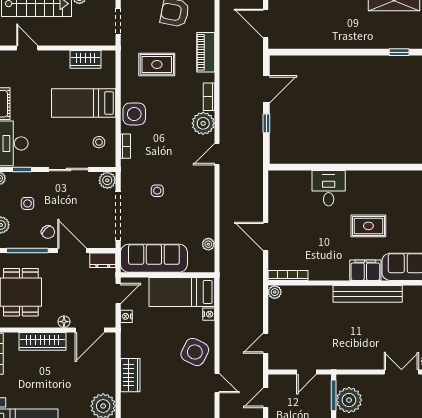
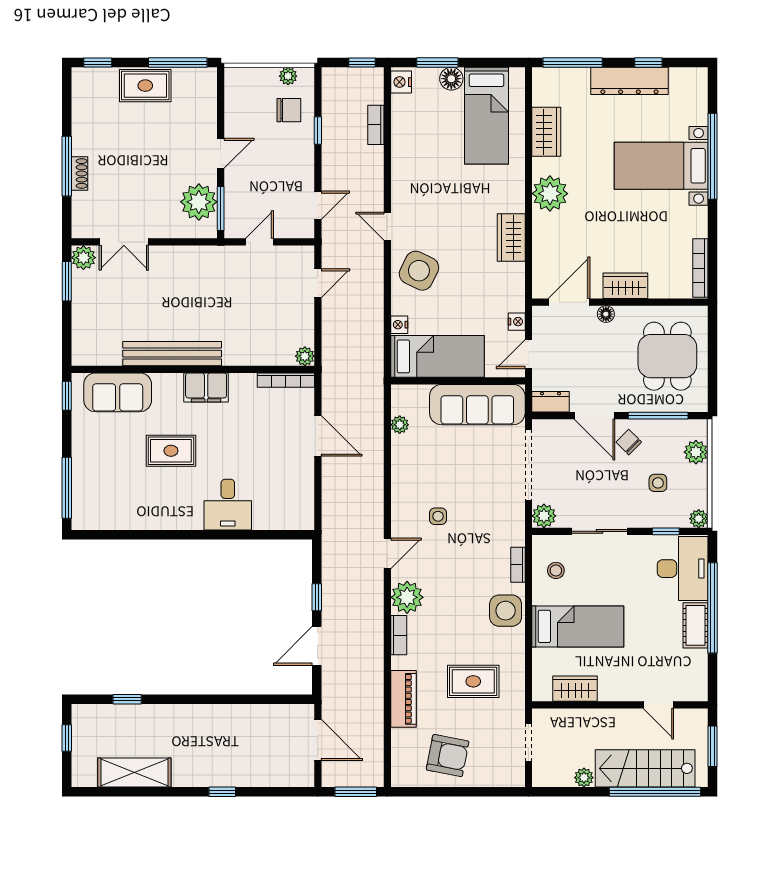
side table: (157, 191) -> (438, 516), moved
filing cabinet: (365, 270) -> (206, 387), moved
wardrobe: (42, 341) -> (625, 286), width x0.67

